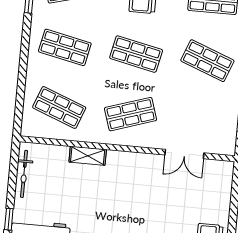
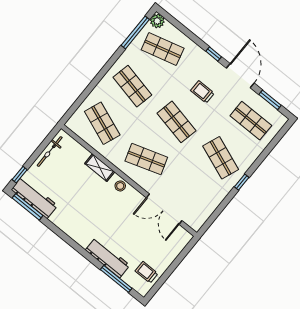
double door: (184, 154) -> (164, 209), width x1.37
stool: (122, 160) -> (120, 186), added

